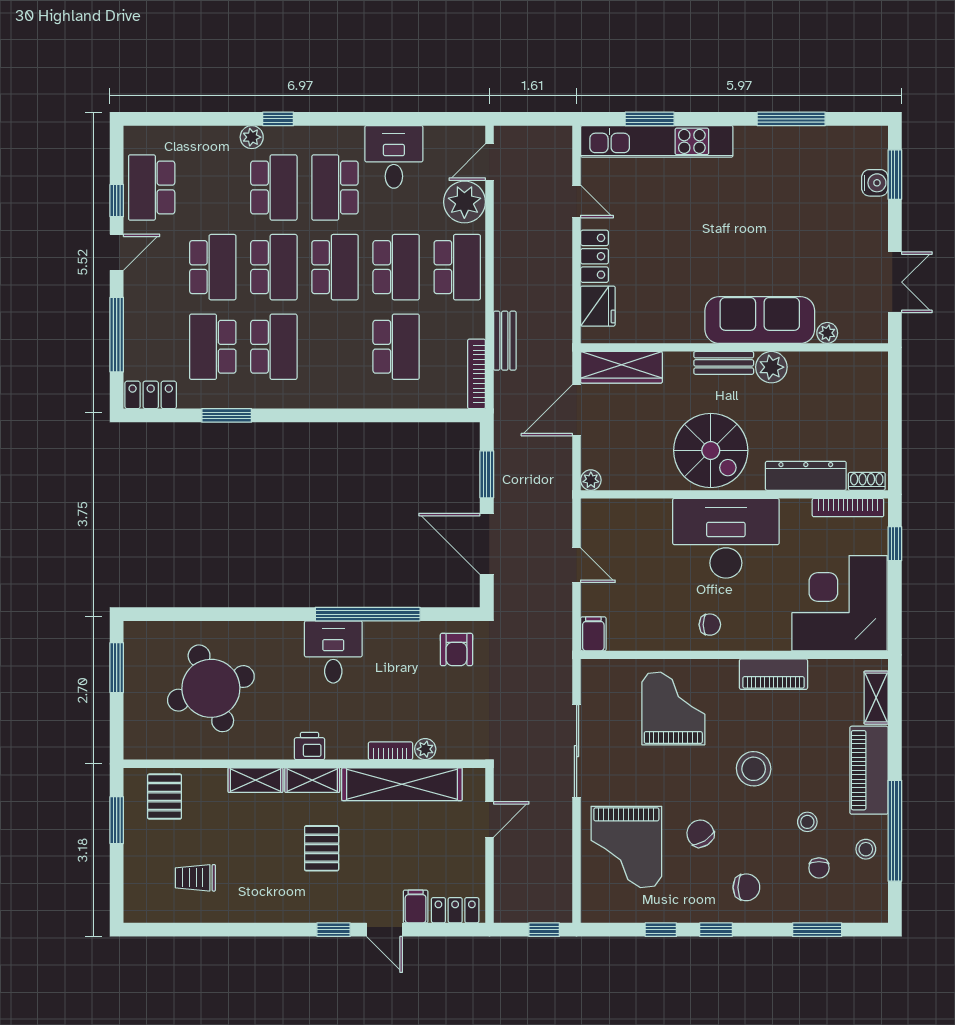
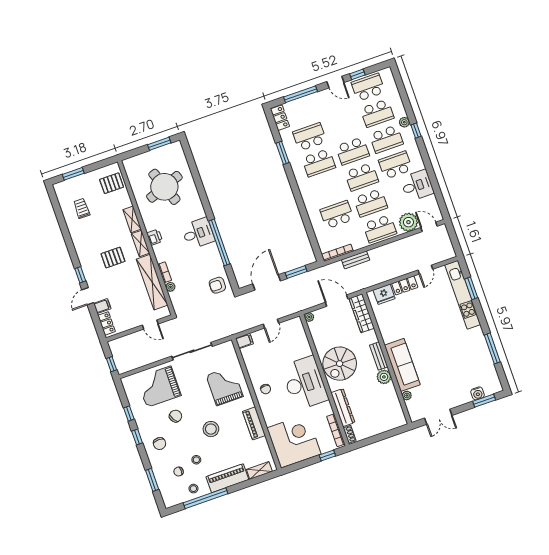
school desk: (213, 267) -> (377, 113), moved
school desk: (396, 347) -> (337, 215), turned 180
grand piano: (673, 708) -> (225, 386), turned -90
window: (117, 820) -> (73, 174), moved

